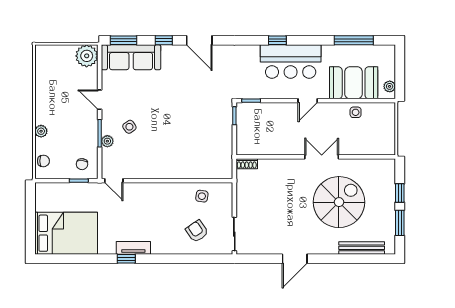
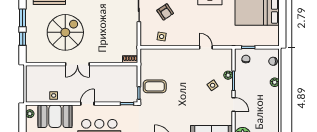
coffee table: (212, 125) -> (155, 86), added
door: (114, 181) -> (206, 47), moved
spiral stairs: (339, 202) -> (65, 32), turned 180

